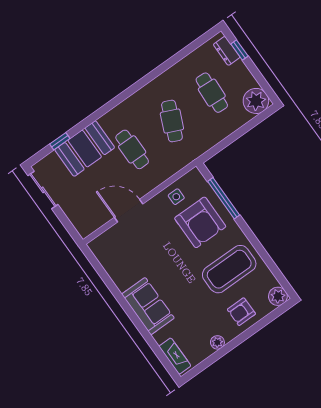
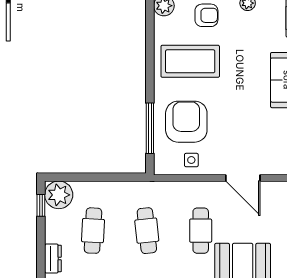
window: (239, 50) -> (41, 205), moved
cafe table: (172, 121) -> (147, 231), turned -30

